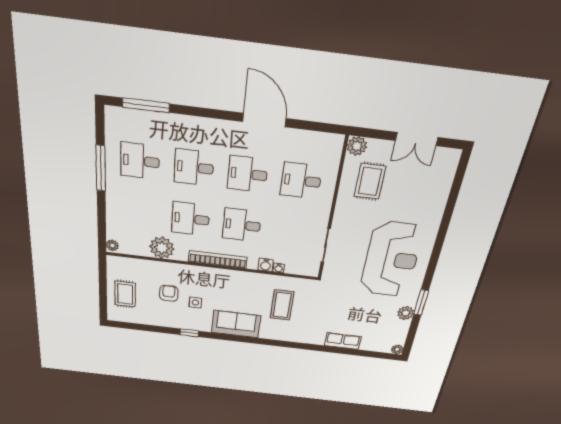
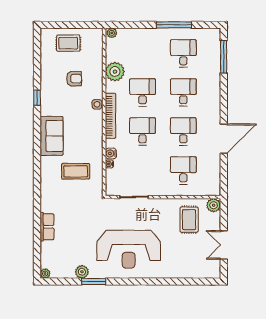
rug: (370, 181) -> (189, 220), turned 90
side table: (195, 303) -> (97, 104), moved

